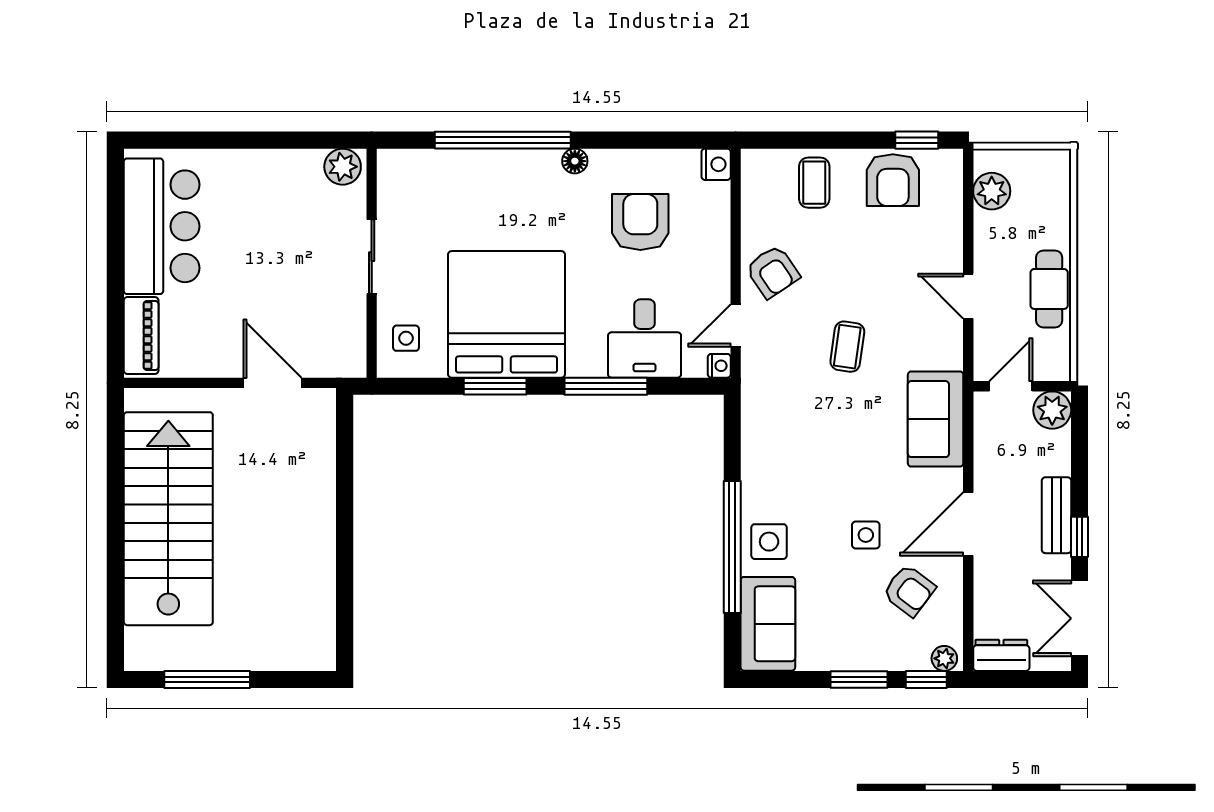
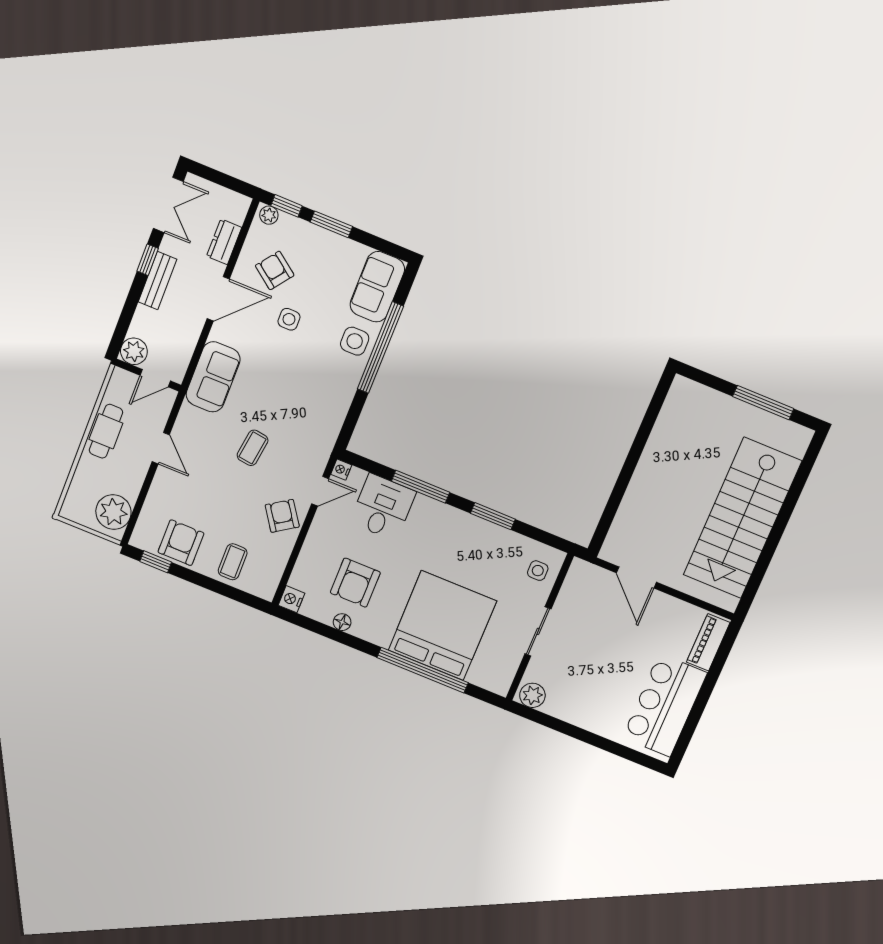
floor lamp: (575, 161) -> (342, 622), moved
plant: (992, 191) -> (113, 512), width x1.36, depth x1.36
bed: (506, 314) -> (442, 625), moved, turned 180
dresser: (1001, 655) -> (224, 242), moved, turned 90

